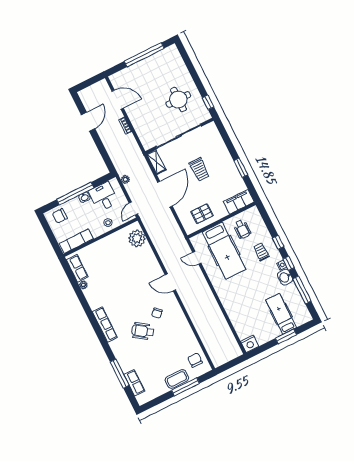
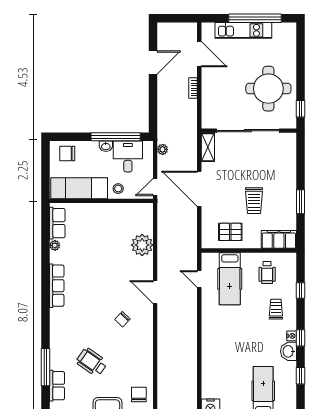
kitchen unit: (140, 67) -> (243, 30), added
round table: (178, 99) -> (268, 89), width x1.36, depth x1.36
trolley: (199, 169) -> (254, 201), moved
window: (75, 194) -> (116, 137), moved
door: (165, 194) -> (199, 189), swing flipped
plant: (137, 238) -> (142, 245), moved
exam couch: (76, 241) -> (79, 188), width x1.36, depth x1.45
window: (278, 242) -> (301, 291), moved
hospital bed: (224, 251) -> (230, 279), width x0.73, depth x0.78
window: (302, 290) -> (301, 376), width x0.46
row of seats: (105, 325) -> (57, 286), moved
wheelchair: (143, 331) -> (92, 362), moved

